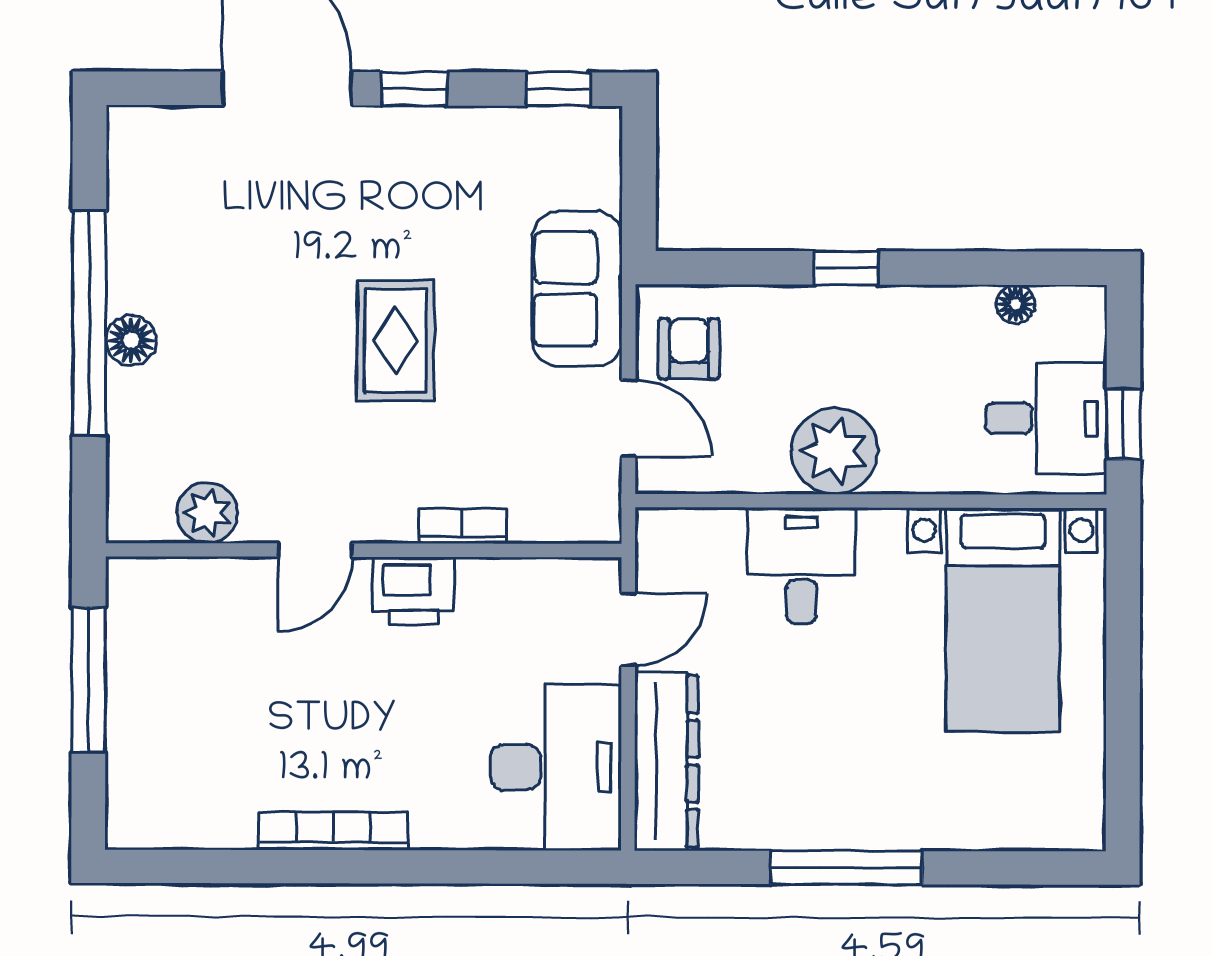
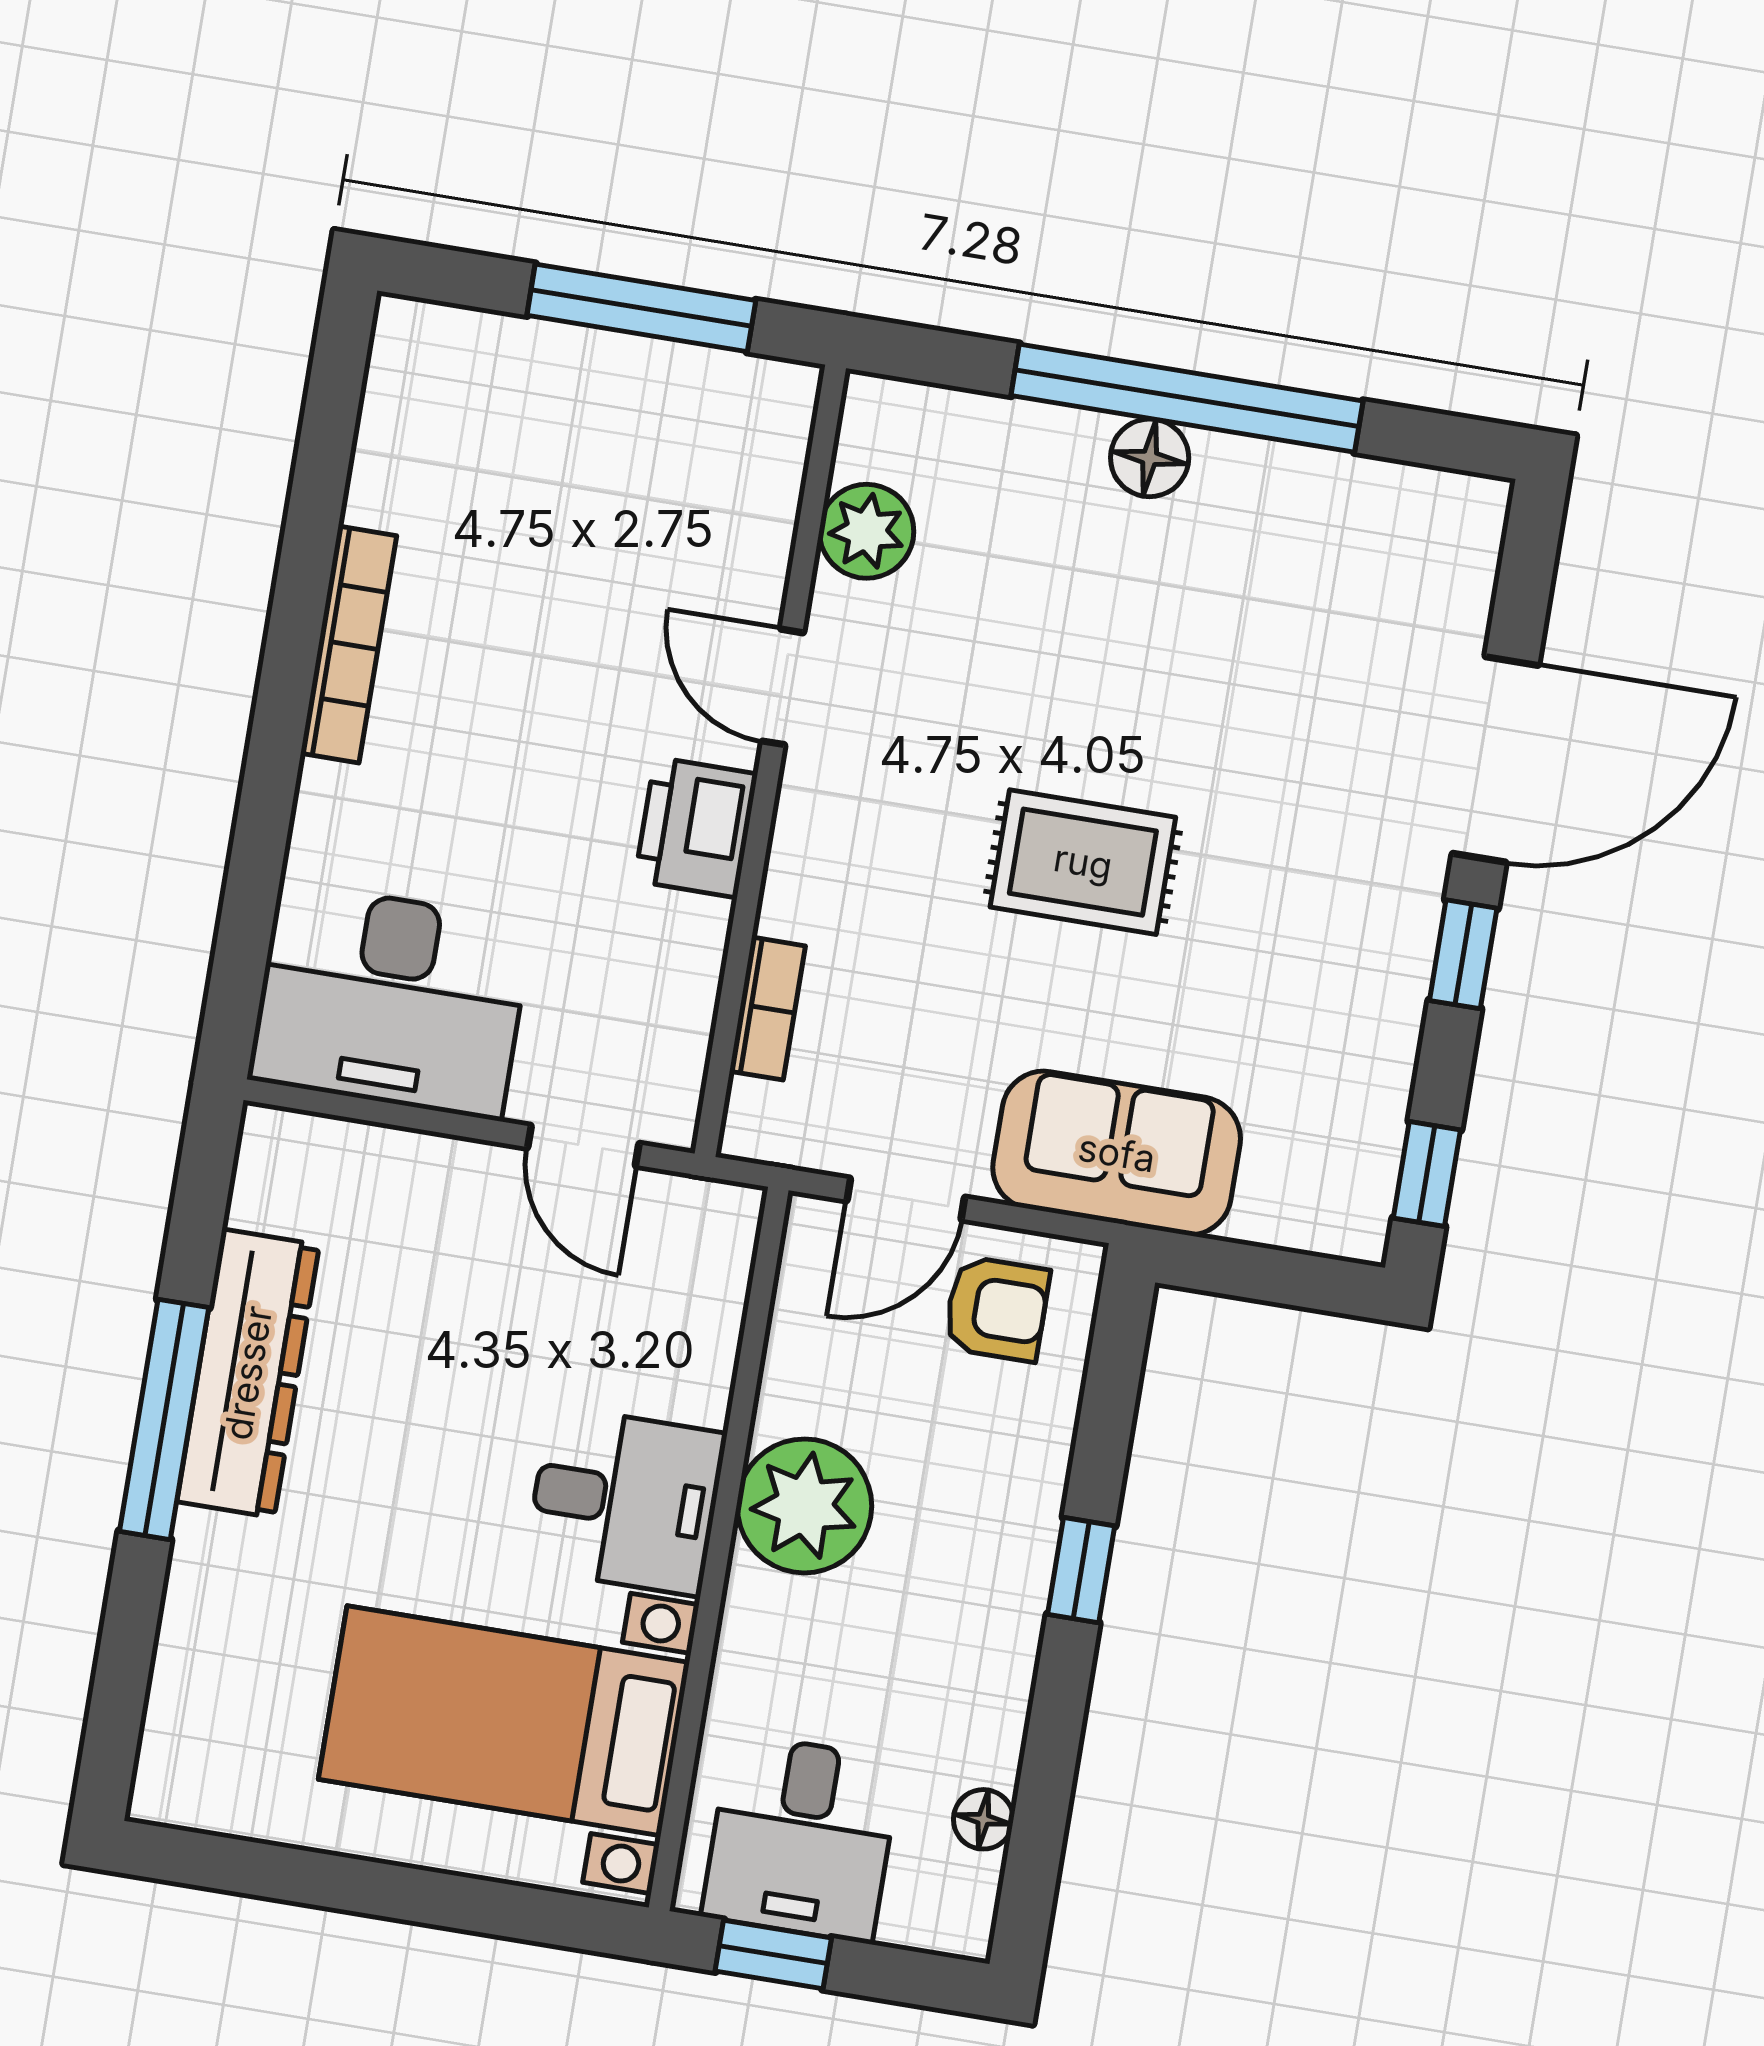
bookcase: (463, 526) -> (768, 1009), moved
desk: (801, 565) -> (625, 1501), moved
dresser: (666, 761) -> (248, 1373), moved, turned -90

